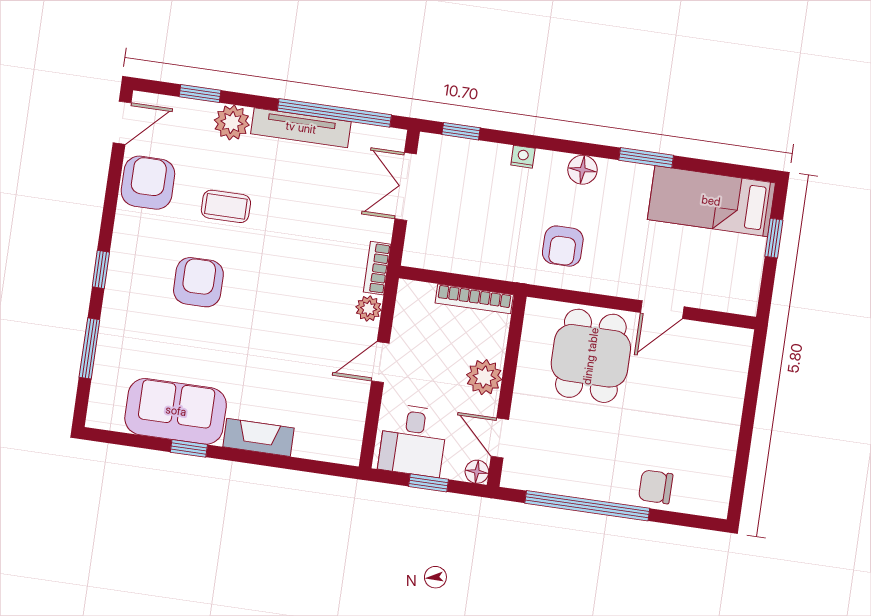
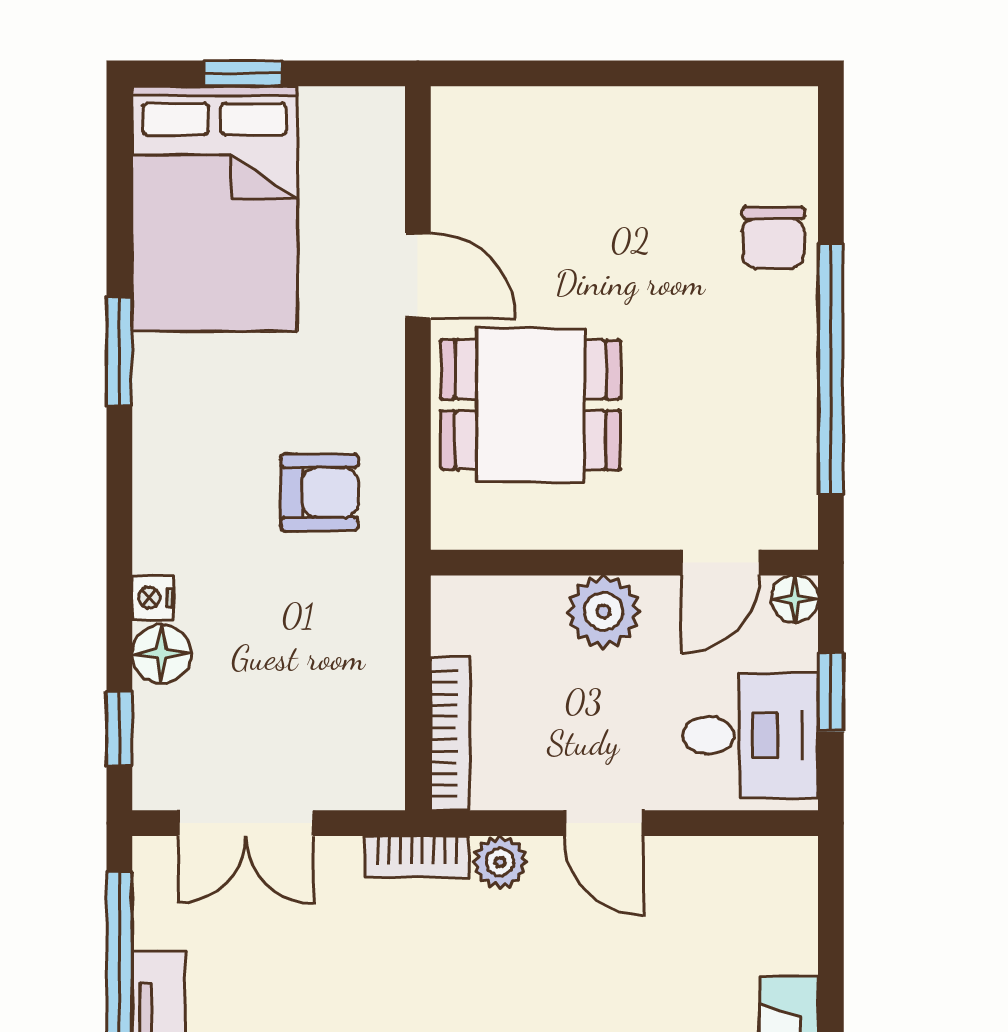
floor lamp: (582, 170) -> (161, 654), moved
bed: (711, 201) -> (215, 209), width x1.50
bookcase: (474, 299) -> (450, 734), moved

